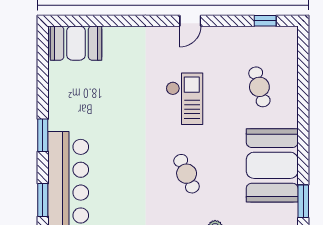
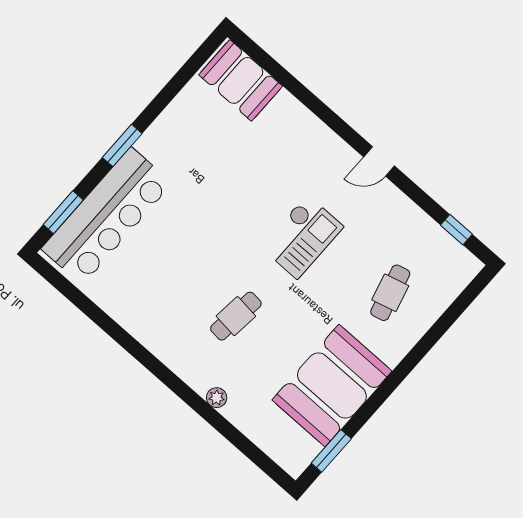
cafe table: (187, 174) -> (236, 316), turned 30

